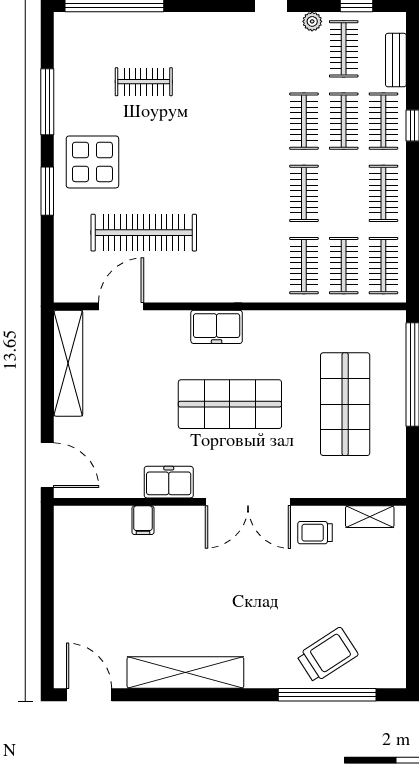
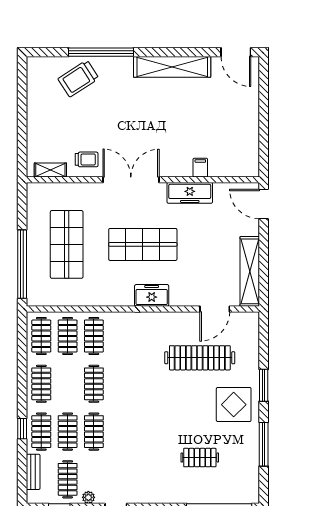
freezer: (169, 482) -> (190, 193), width x1.40
window: (327, 695) -> (101, 52), moved

